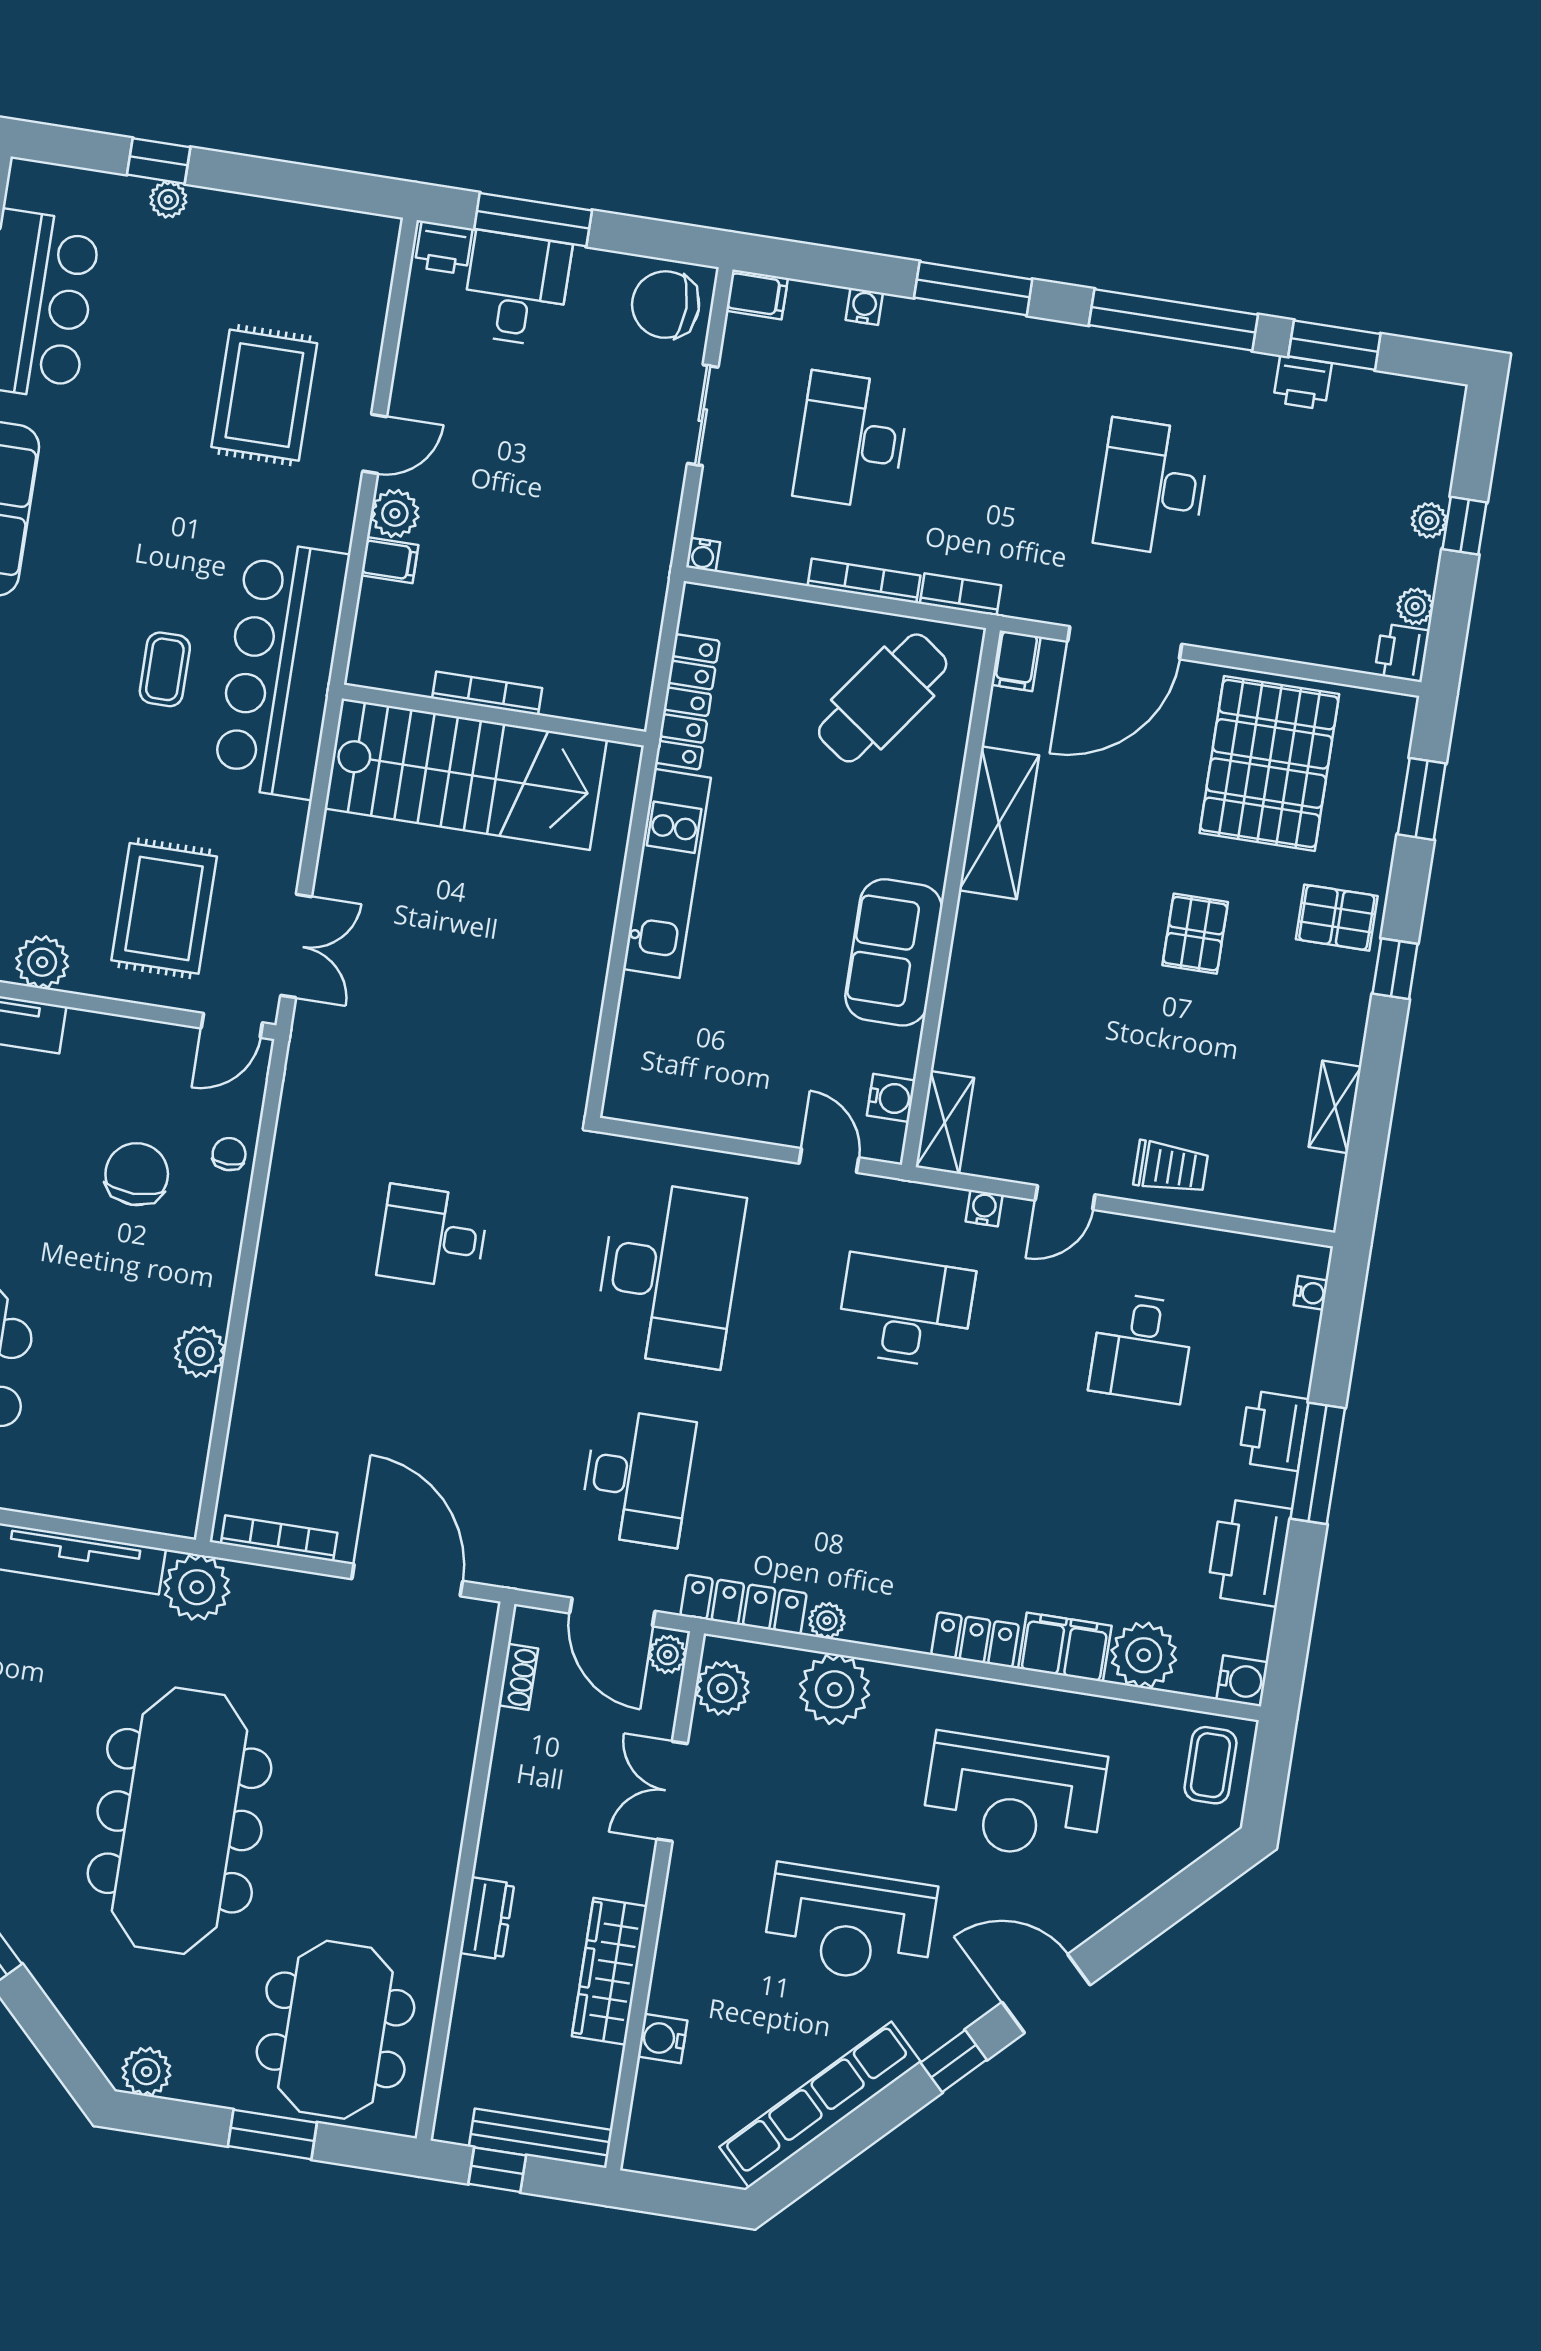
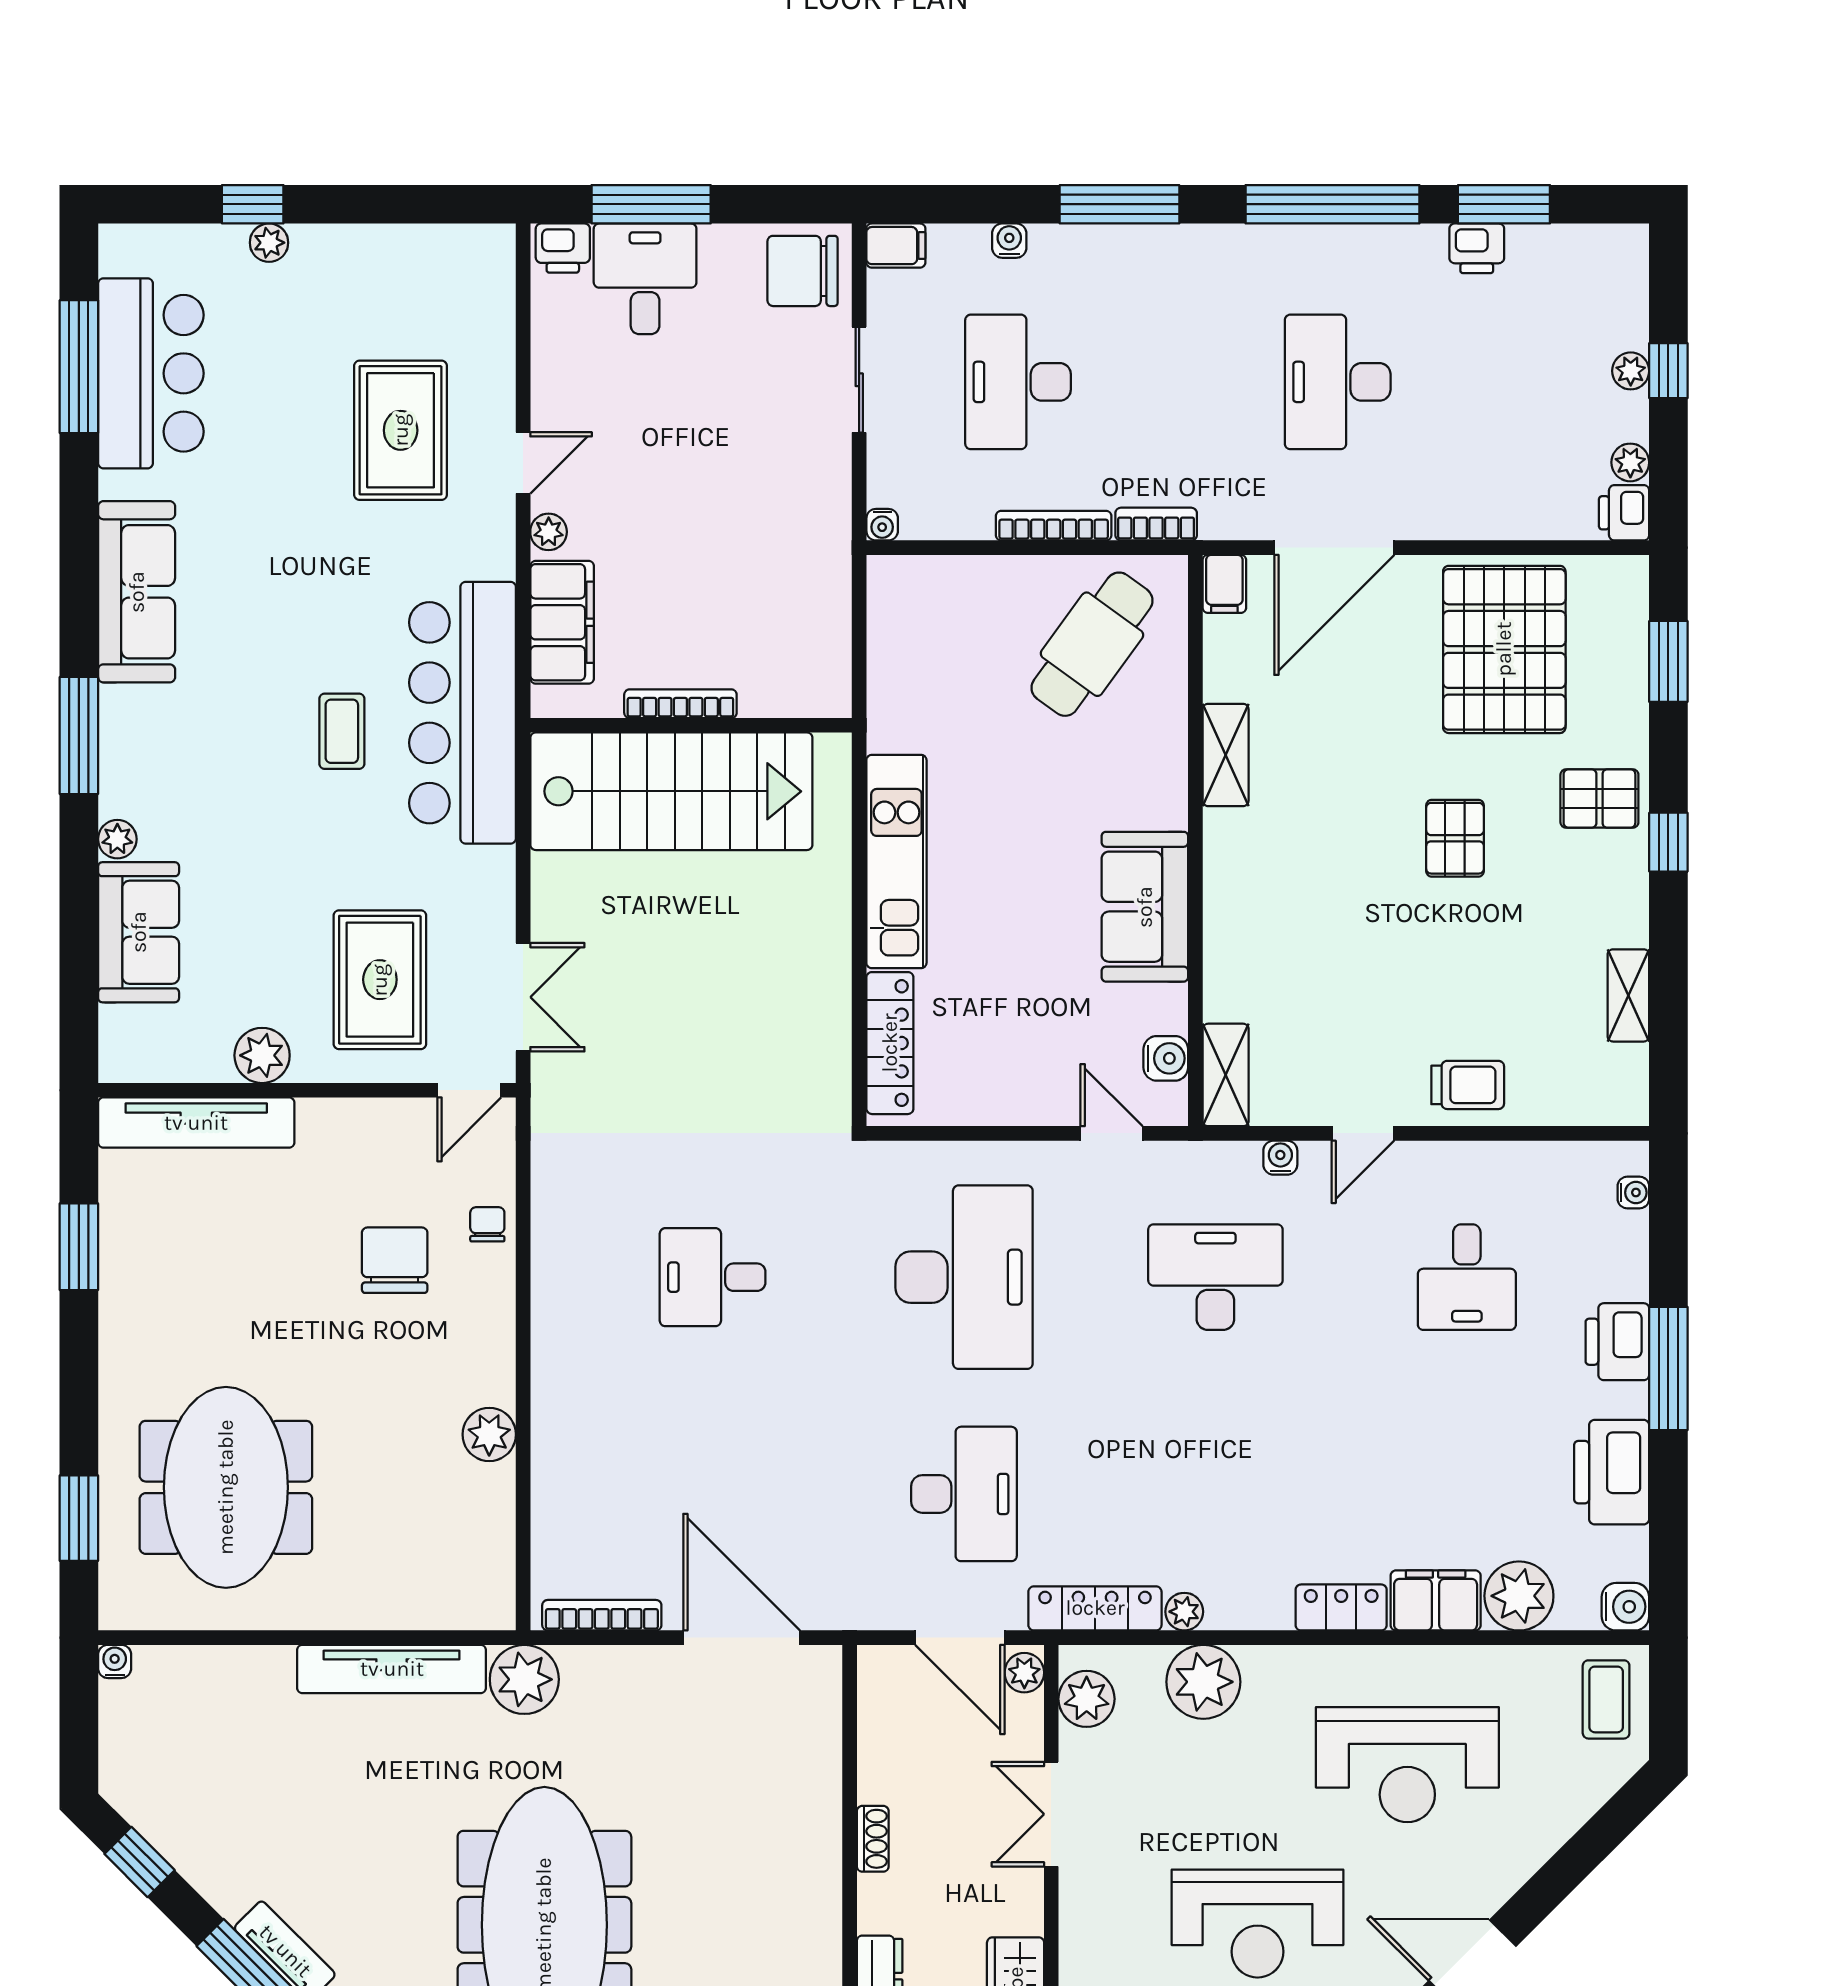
plant: (395, 513) -> (549, 532), width x0.73, depth x0.73
filing cabinet: (390, 560) -> (562, 622), width x3.00, depth x1.17
locker: (687, 702) -> (890, 1043), moved
shelving: (999, 823) -> (1226, 755), width x0.67, depth x0.75
shoe rack: (518, 1677) -> (873, 1839), moved

